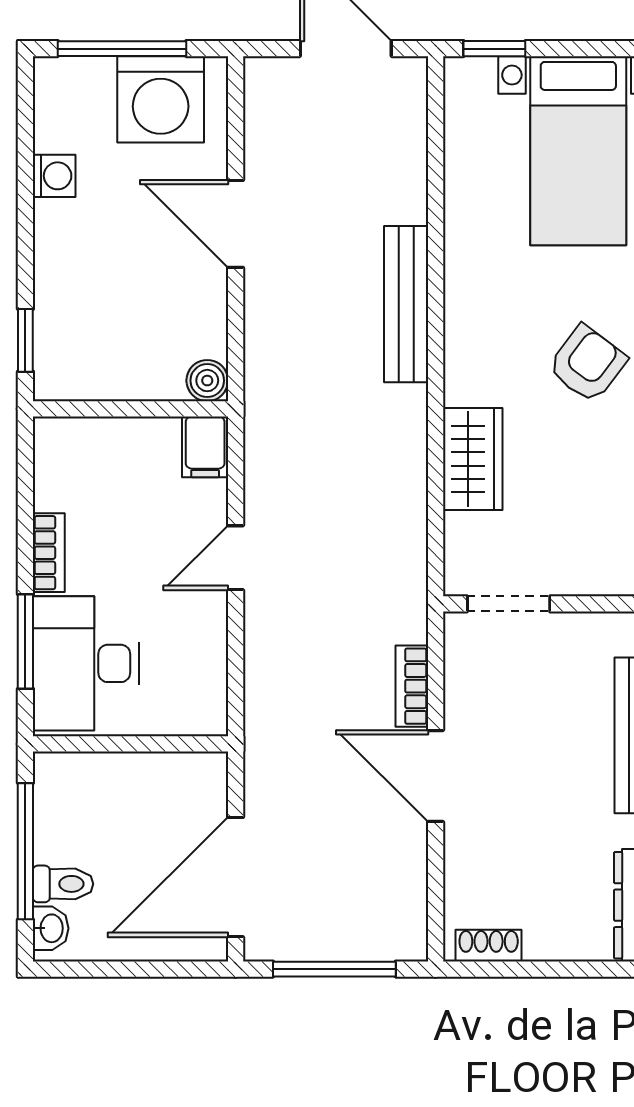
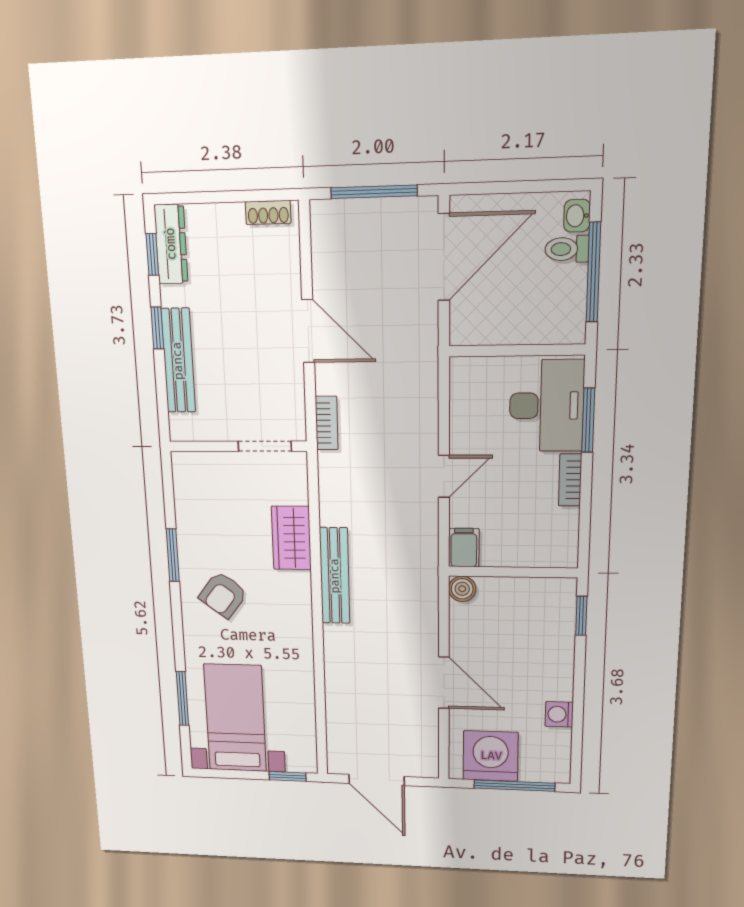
bench: (406, 304) -> (335, 576), moved
bookcase: (412, 686) -> (327, 423), moved

